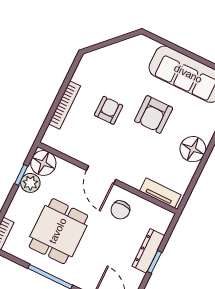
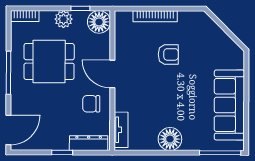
armchair: (154, 114) -> (183, 93), removed
door: (101, 175) -> (112, 74), hinge flipped
plant: (30, 183) -> (64, 19), moved
dresser: (148, 251) -> (89, 143), moved

